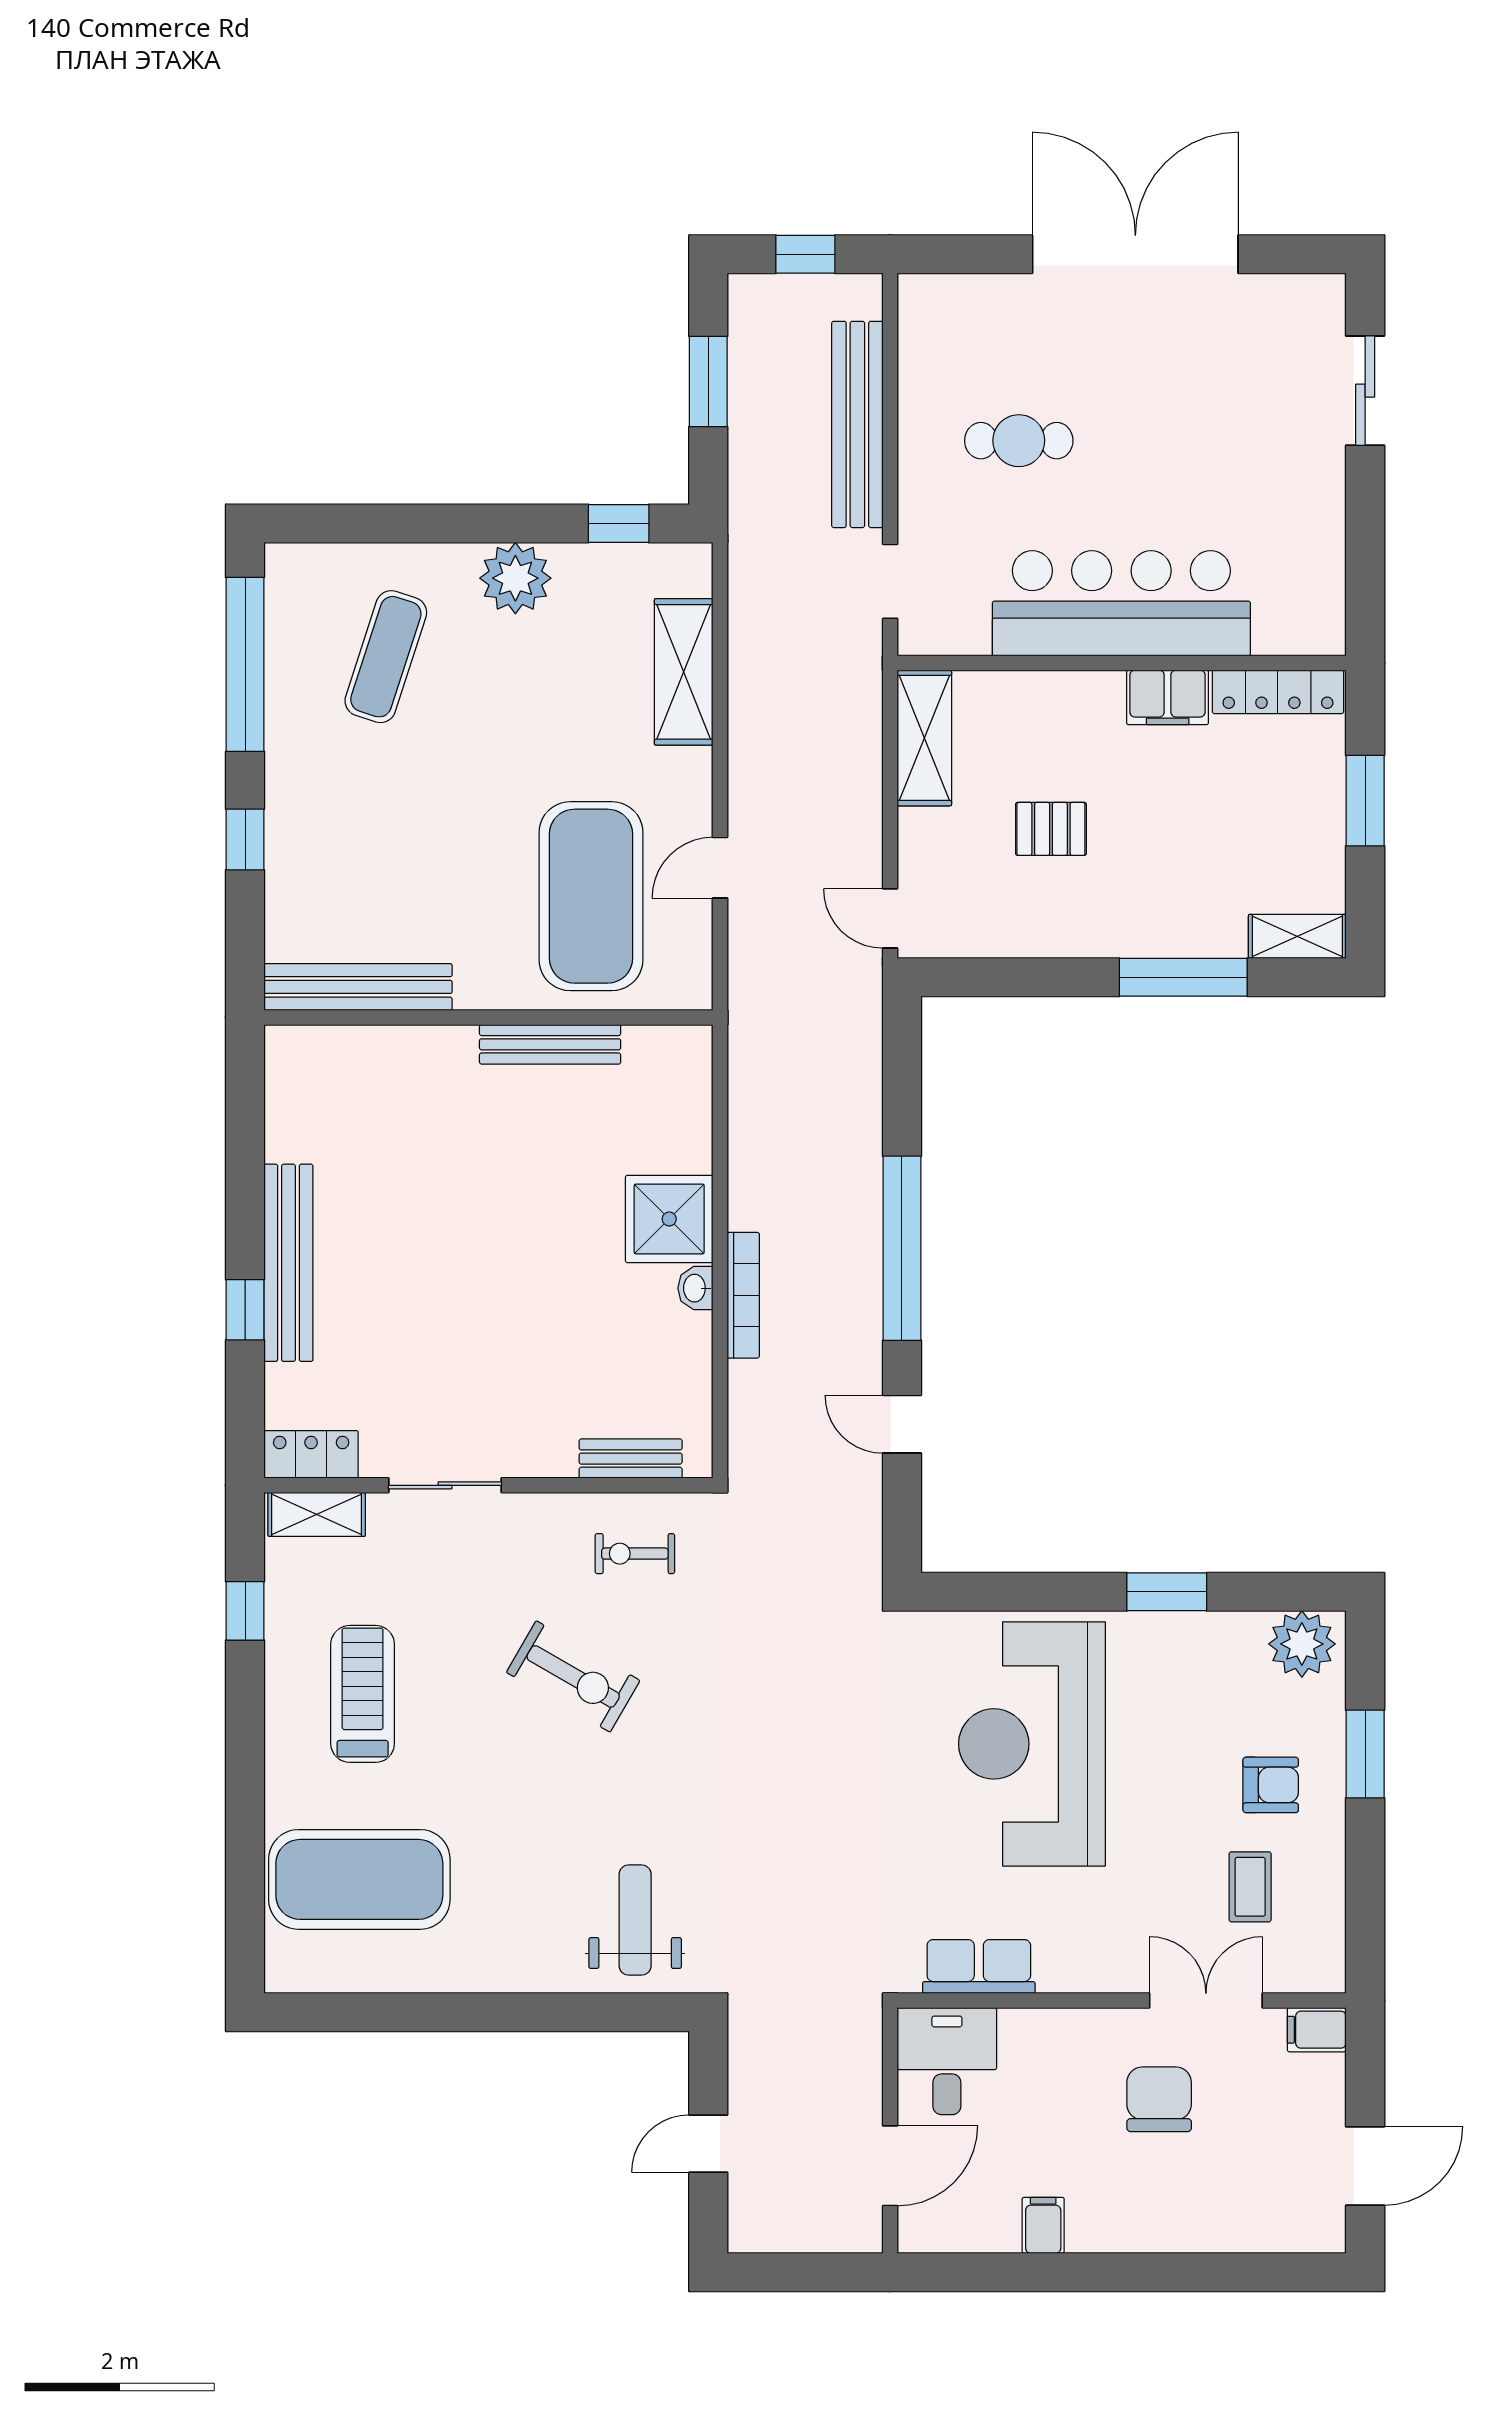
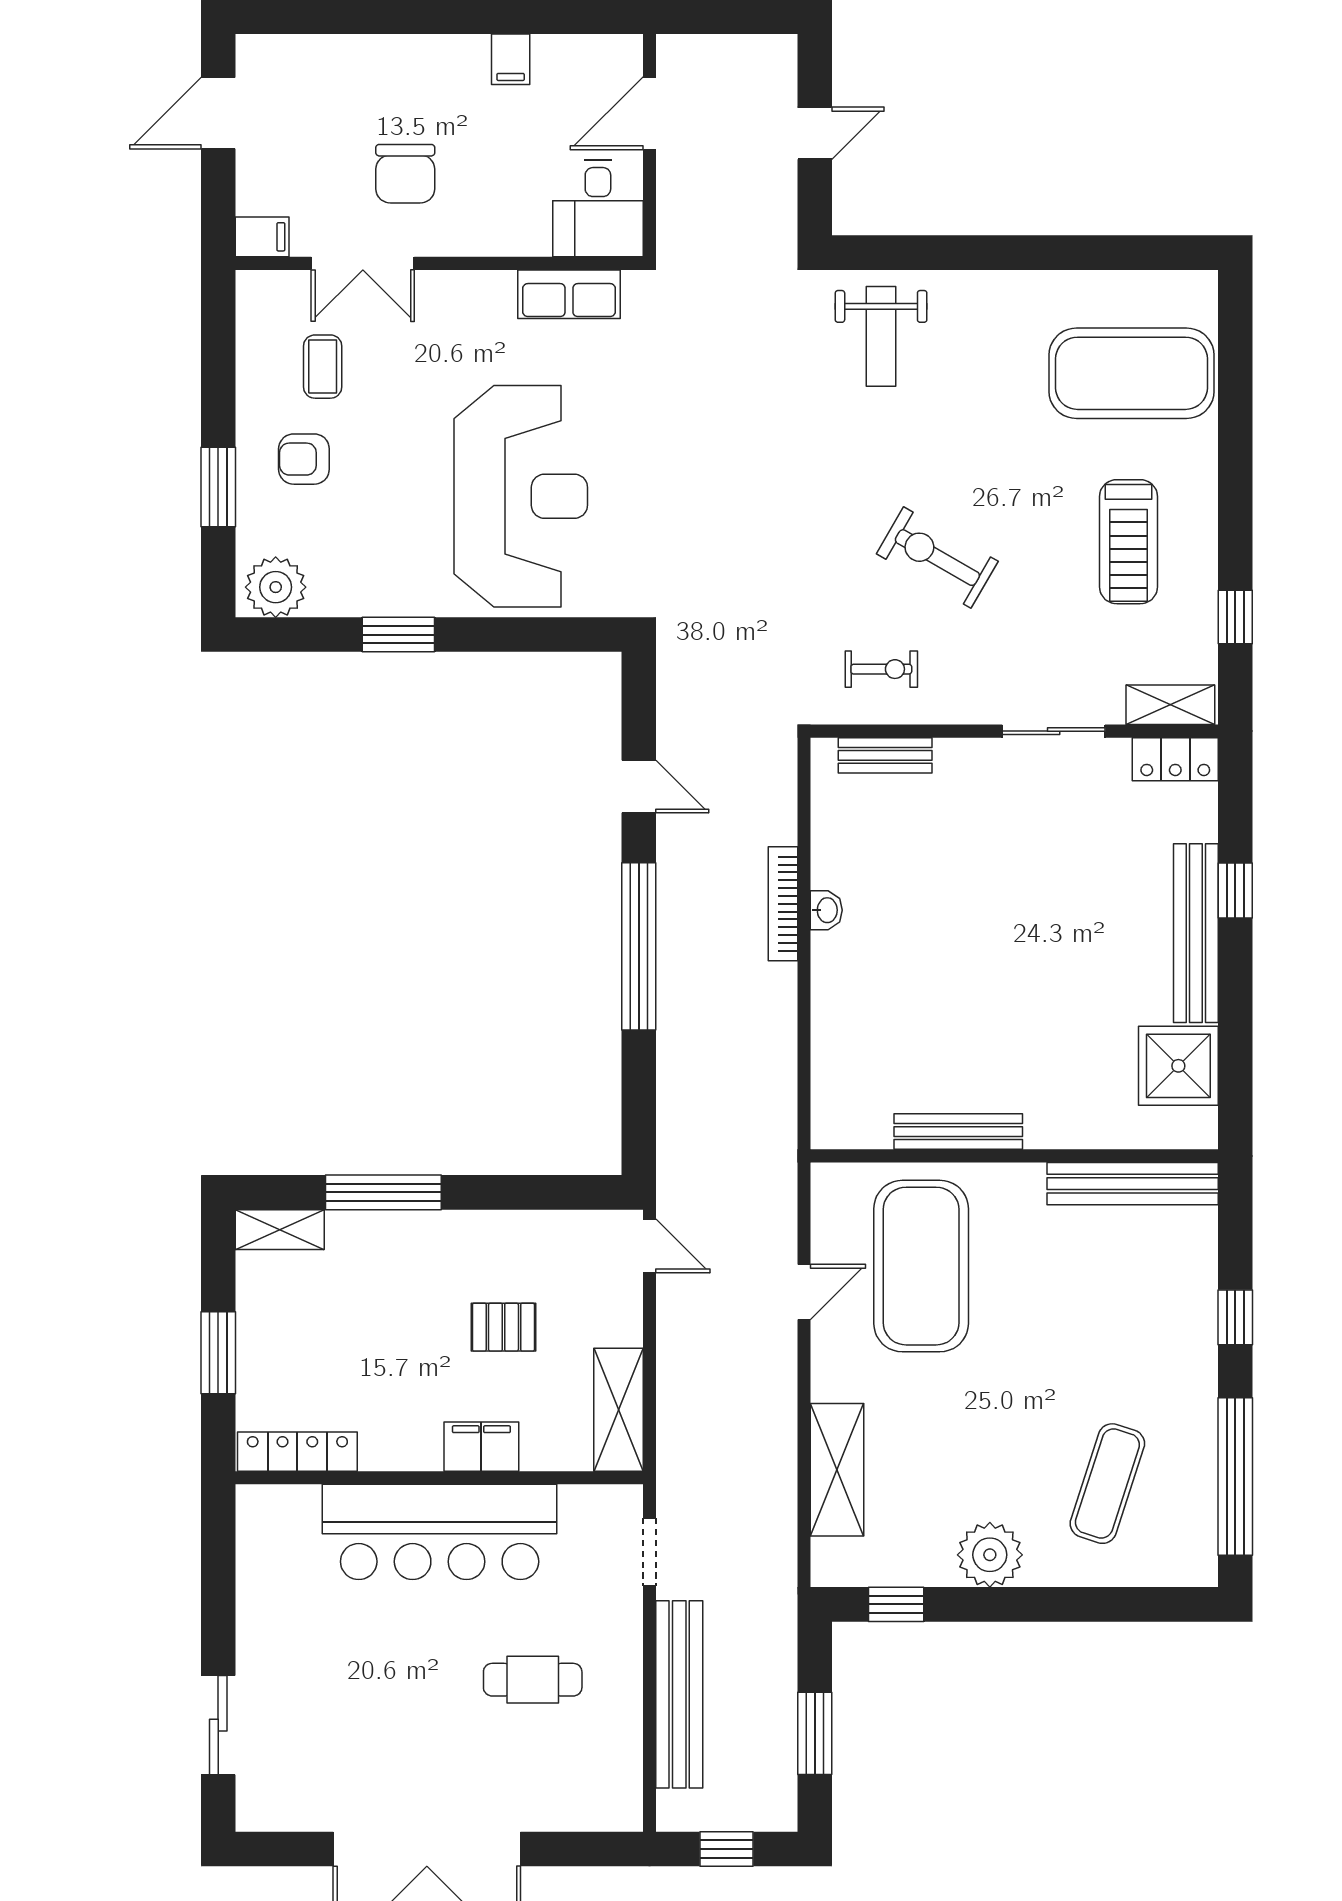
filing cabinet: (1168, 697) -> (481, 1447), moved
shower: (669, 1219) -> (1178, 1066), moved

